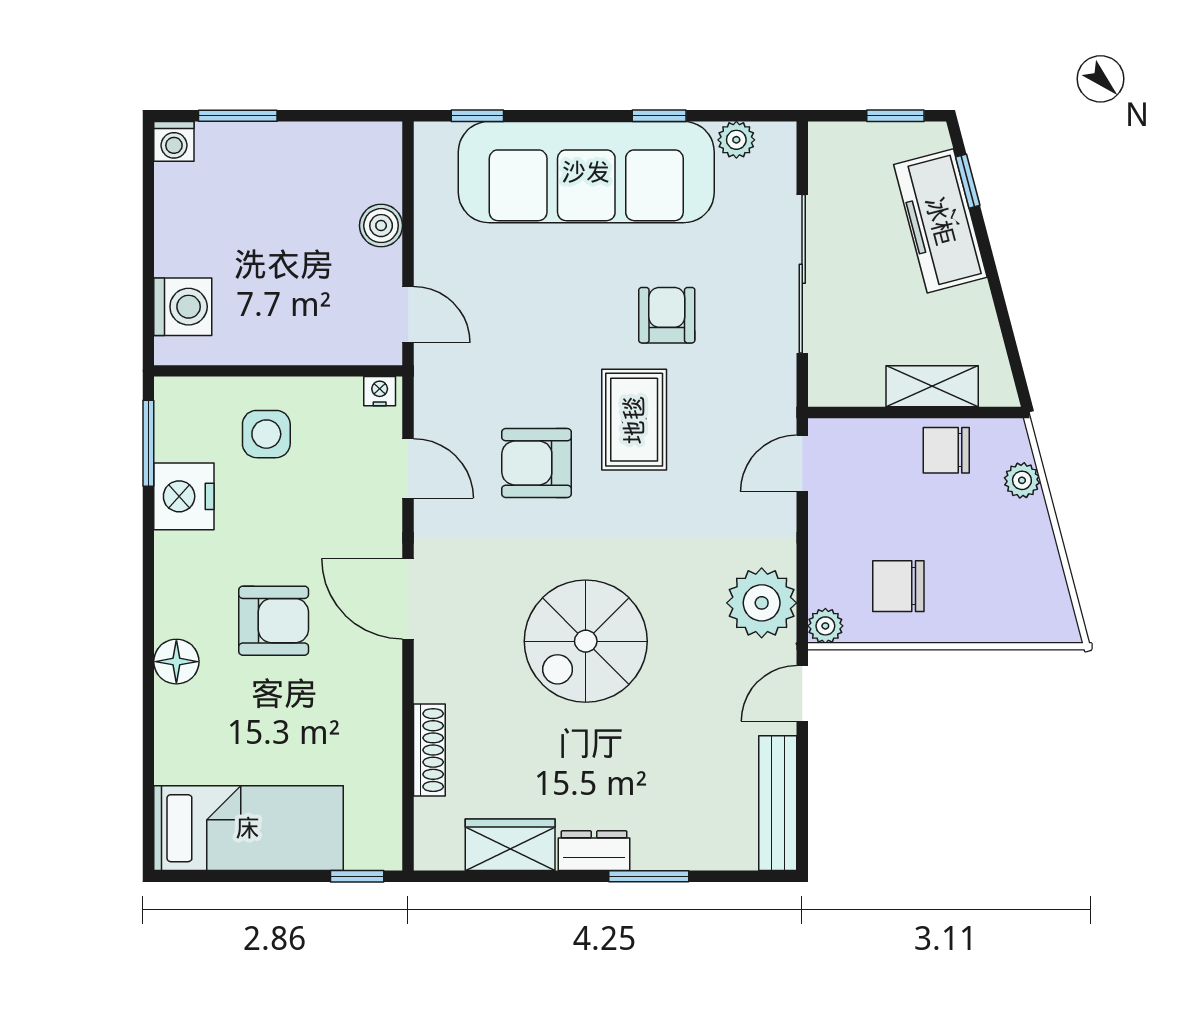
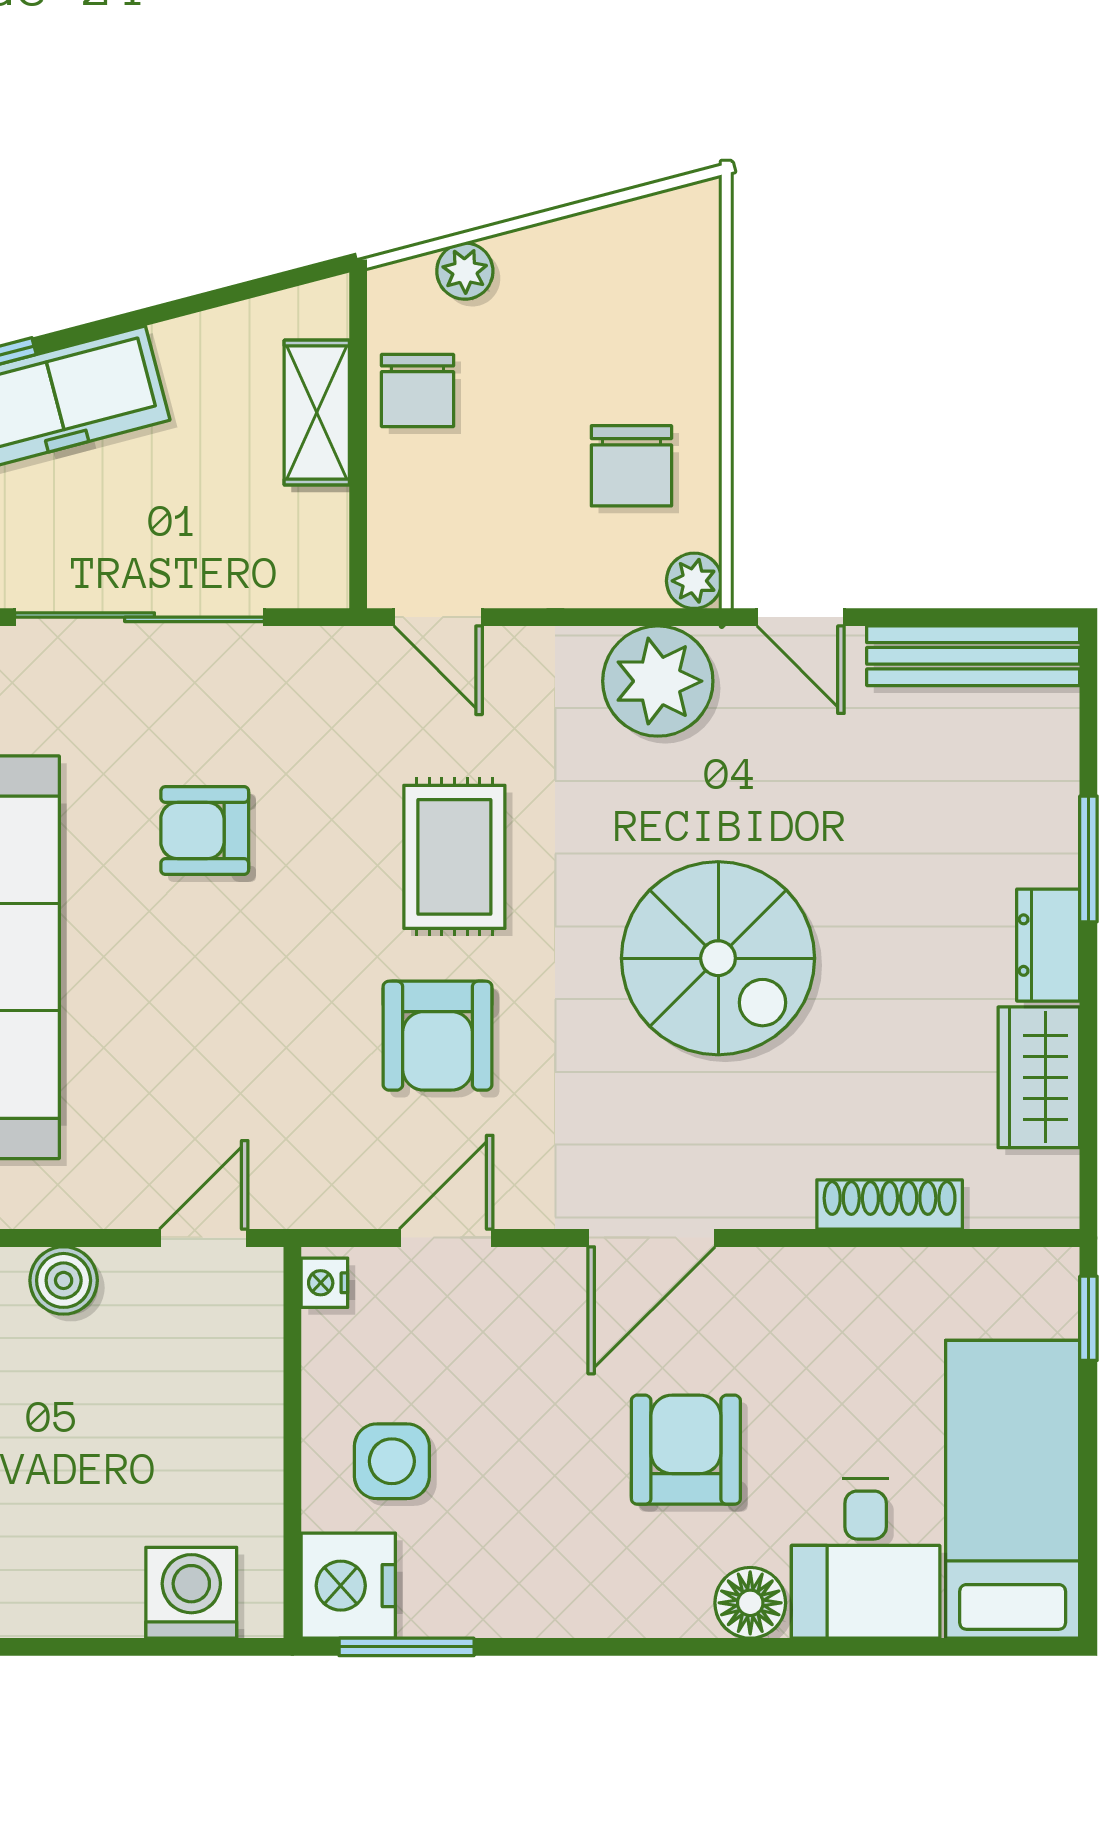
rug: (634, 420) -> (454, 857), moved, turned 90
nightstand: (184, 496) -> (348, 1586), moved, turned 90
desk: (205, 735) -> (866, 1558), added

